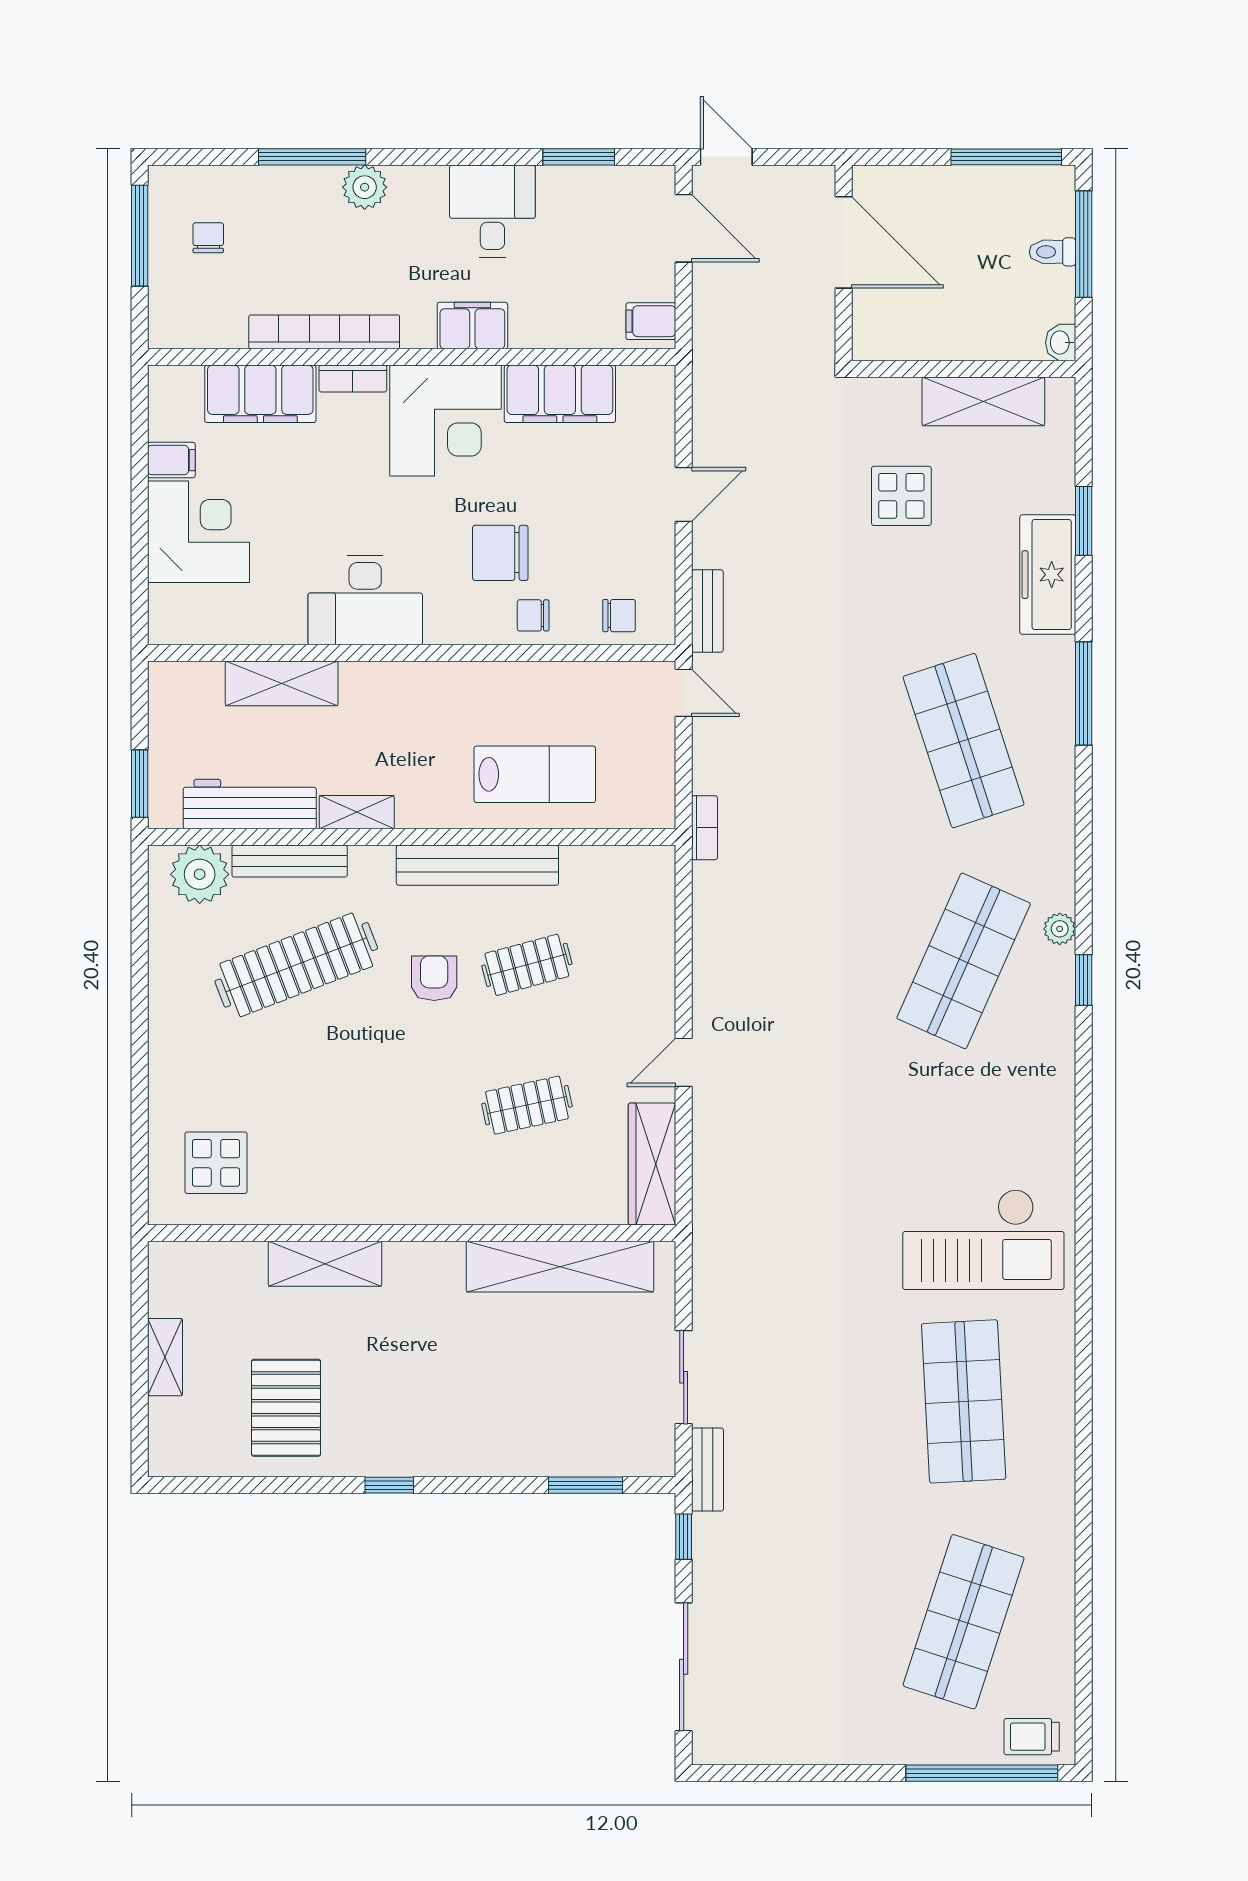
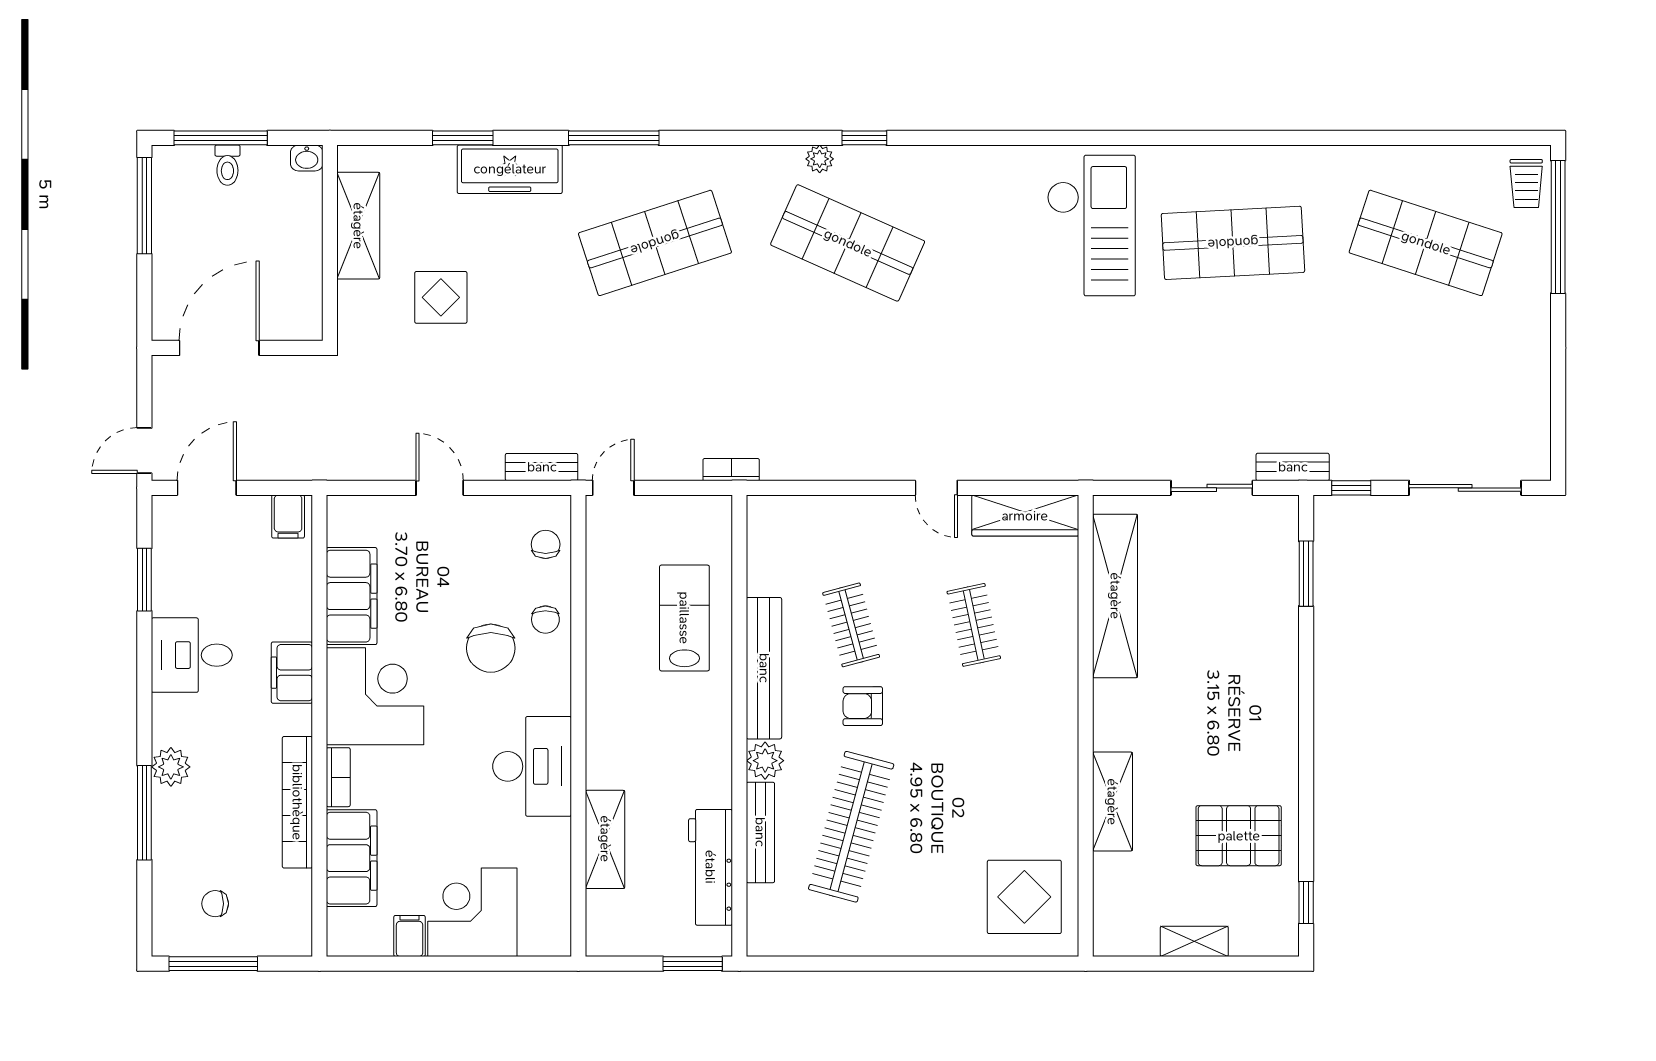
shelving: (357, 812) -> (718, 774), removed
plant: (200, 874) -> (765, 761), moved, width x0.73, depth x0.73
clothes rail: (296, 965) -> (851, 827), turned 36
display table: (216, 1163) -> (1024, 897), width x1.36, depth x1.36
window: (389, 1485) -> (1306, 903), moved

